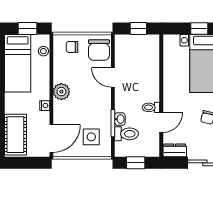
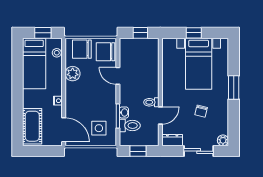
chair: (72, 47) -> (82, 49), width x1.87, depth x1.87
chair: (99, 50) -> (106, 52), turned 90
plant: (61, 92) -> (73, 74), moved
door: (51, 139) -> (64, 130), hinge flipped

